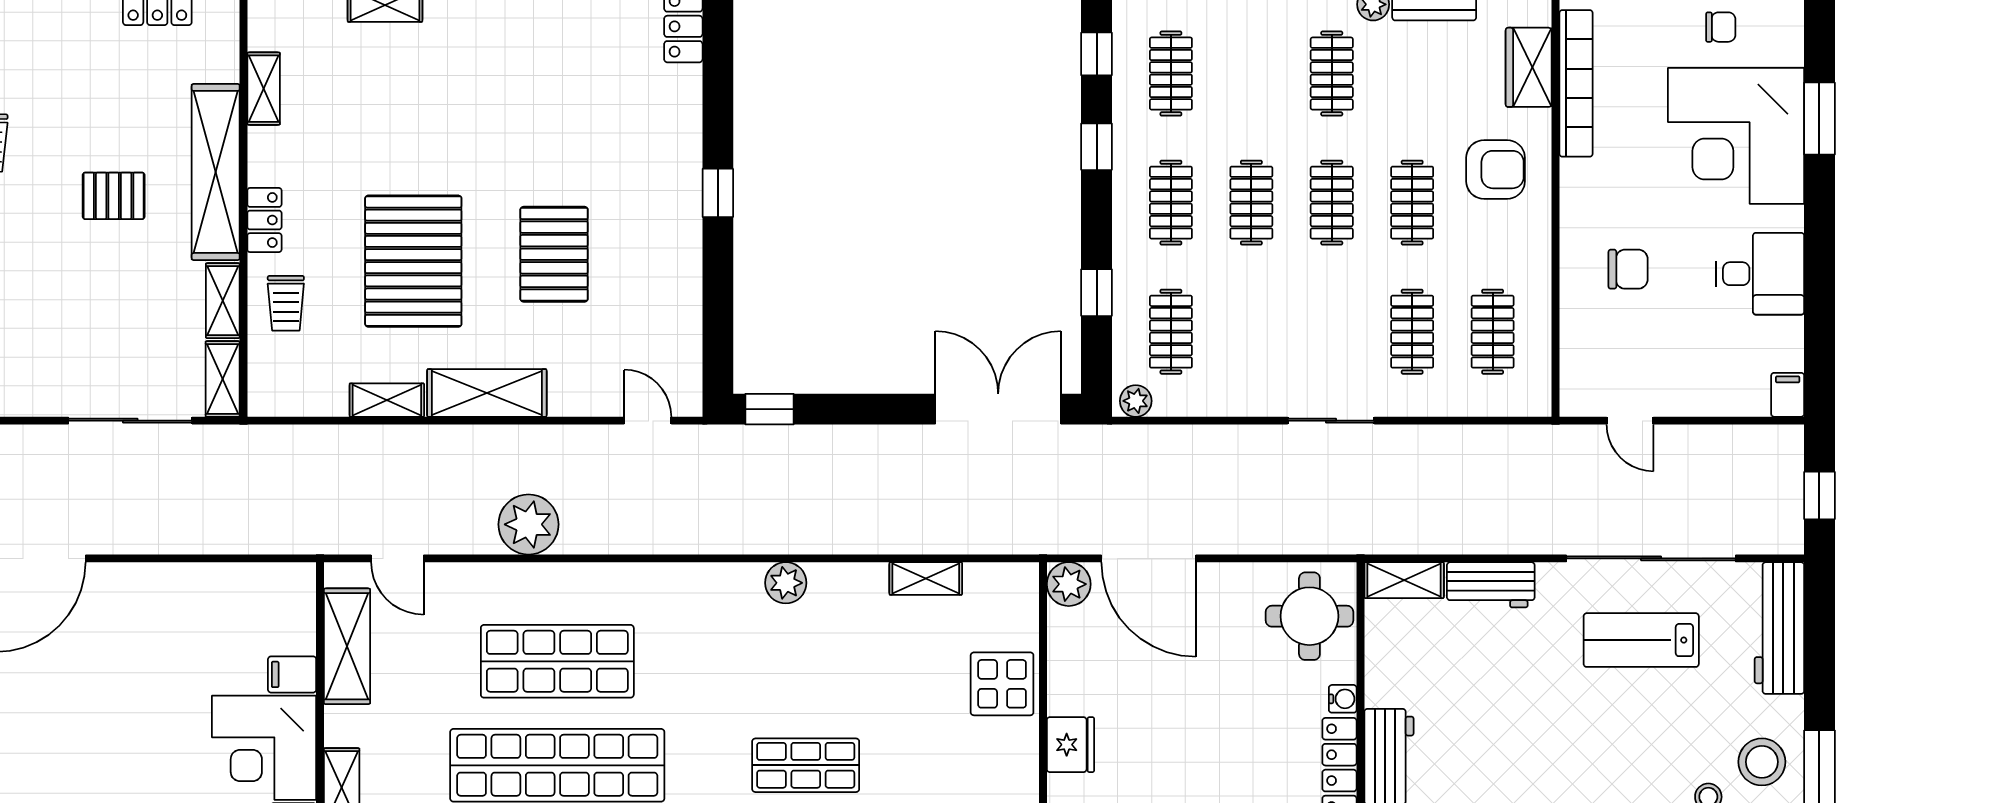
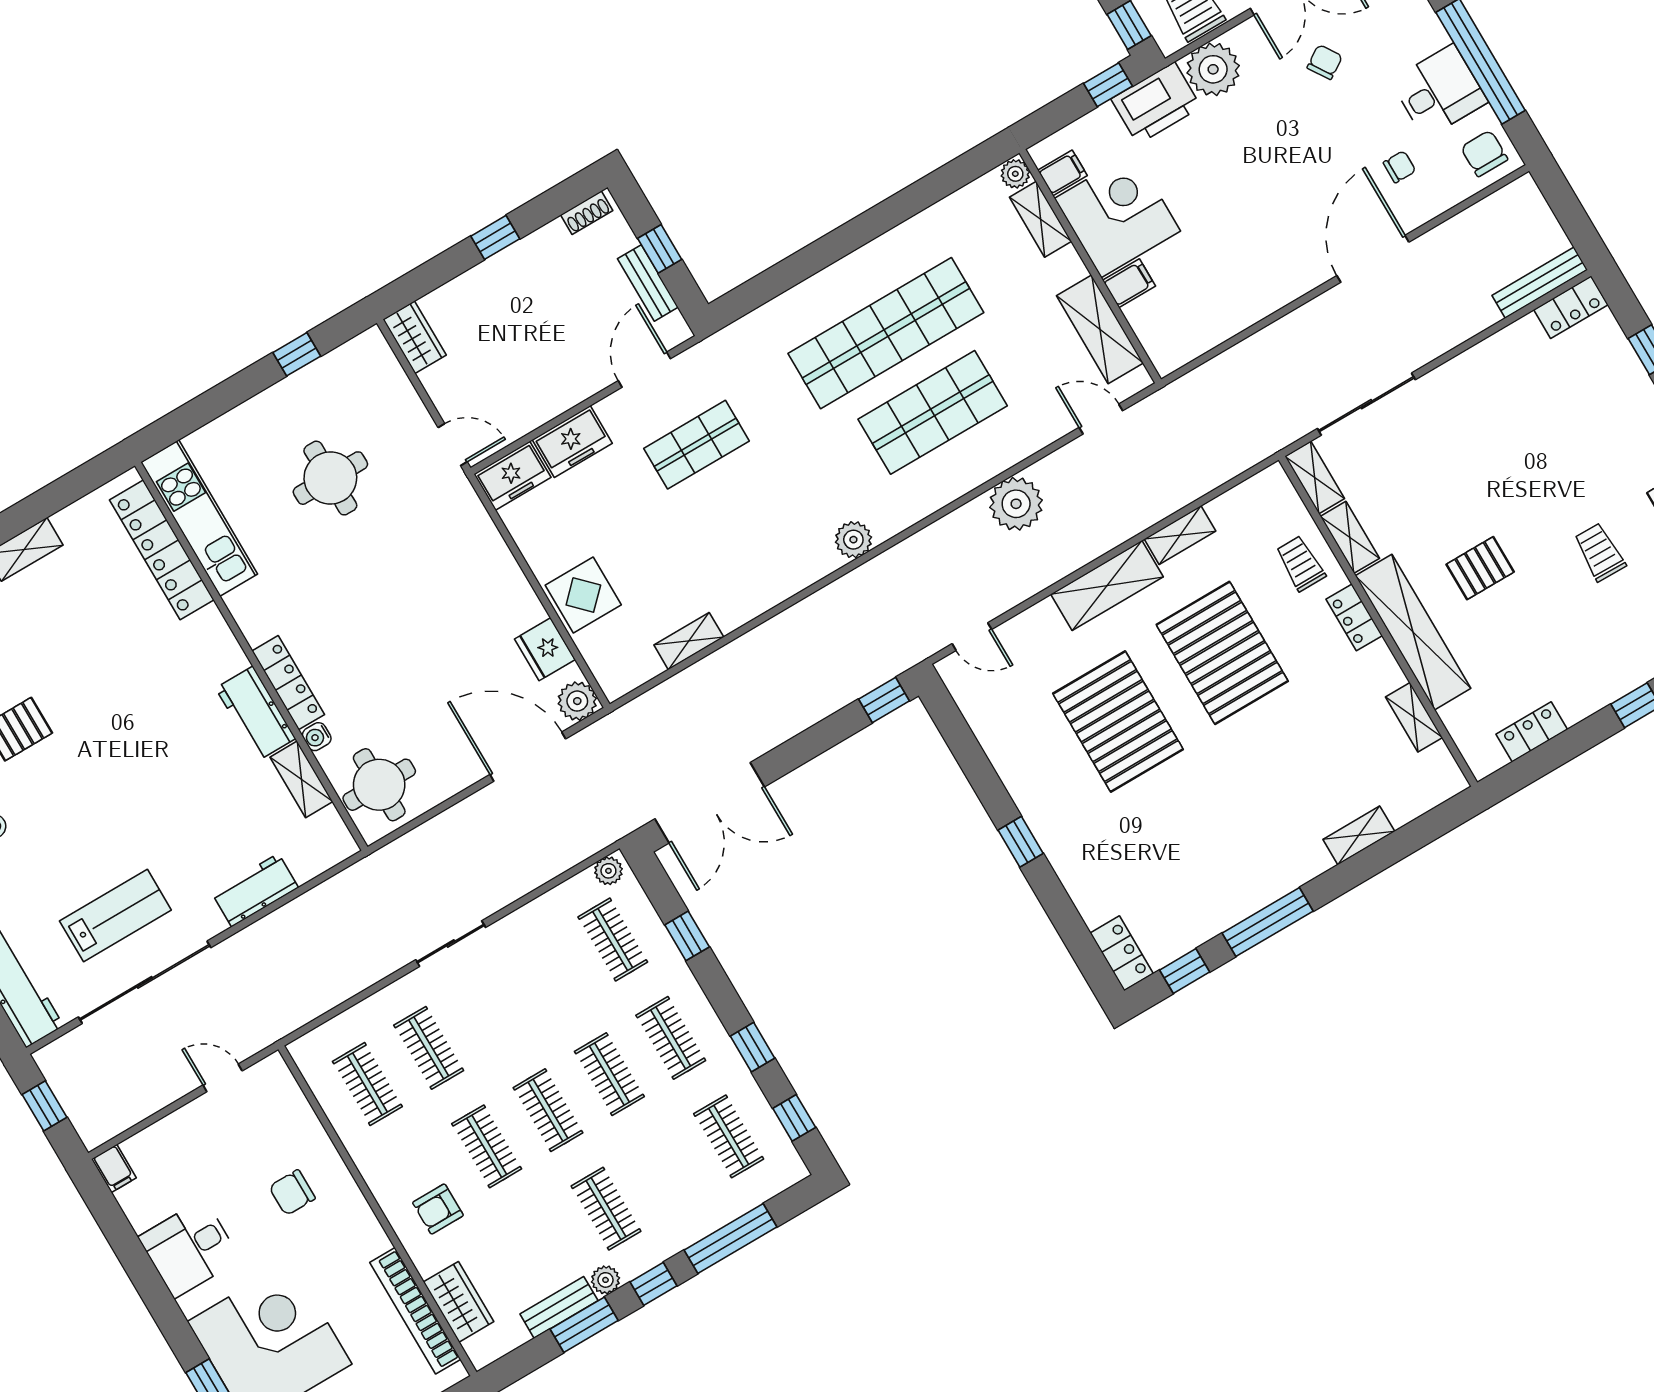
armchair: (1496, 170) -> (438, 1209), width x0.72, depth x0.72
pallet: (554, 254) -> (1118, 721), width x1.37, depth x1.41
shelving: (1404, 580) -> (301, 779), moved, turned 90
plant: (786, 583) -> (853, 540), moved
fridge: (1070, 745) -> (545, 649), moved

